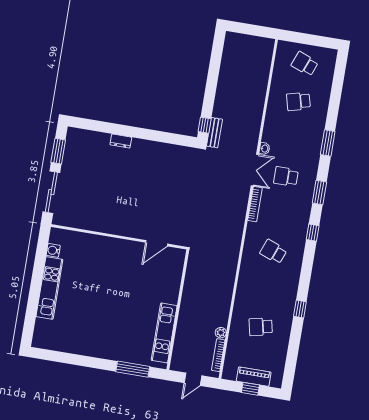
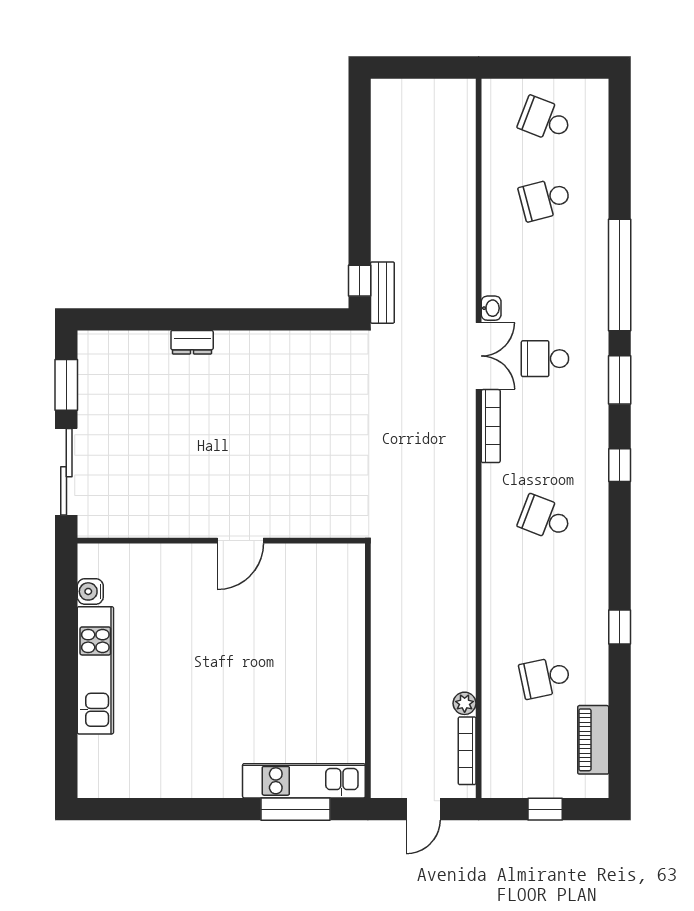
window: (328, 143) -> (620, 275), width x2.11
door: (157, 243) -> (240, 541), moved
kitchen unit: (164, 333) -> (304, 781), moved, turned 90
piano: (254, 377) -> (593, 740), moved, turned -90

